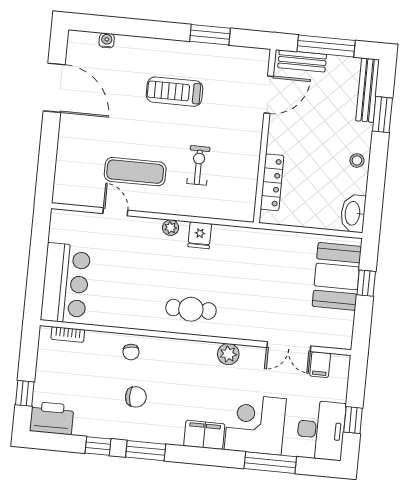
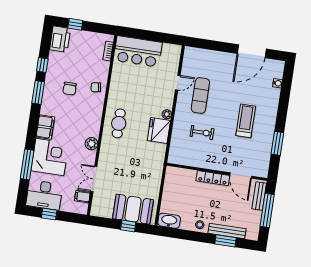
bench: (368, 90) -> (227, 231), moved
locker: (272, 182) -> (213, 178), moved
fridge: (200, 235) -> (159, 131), width x1.88, depth x1.34

